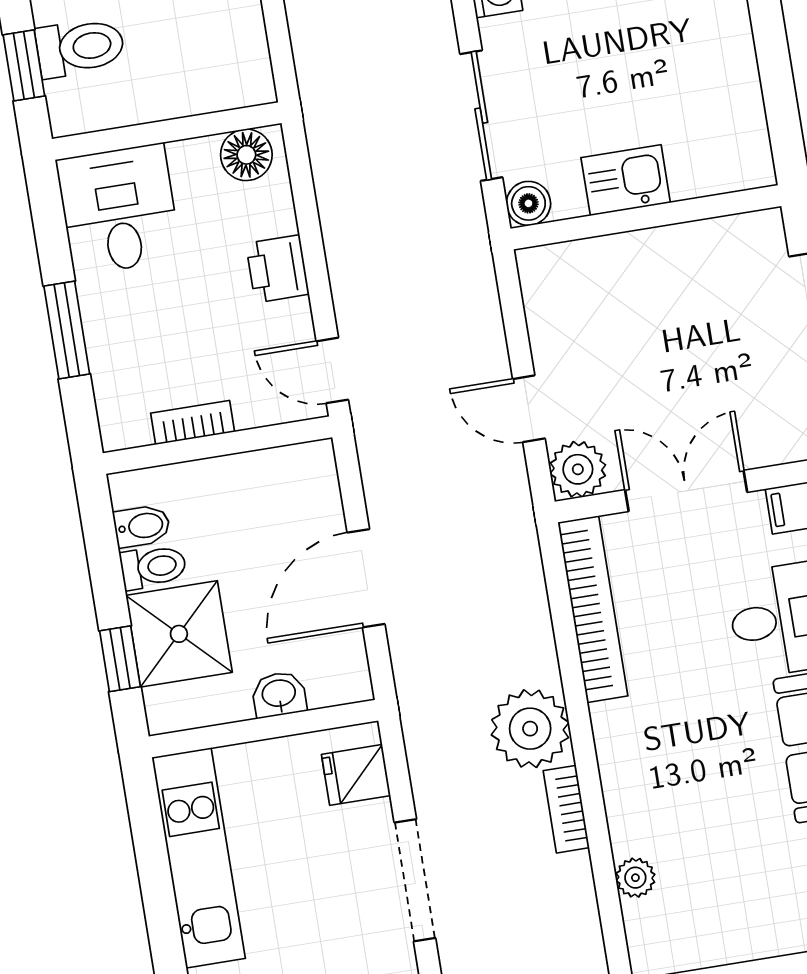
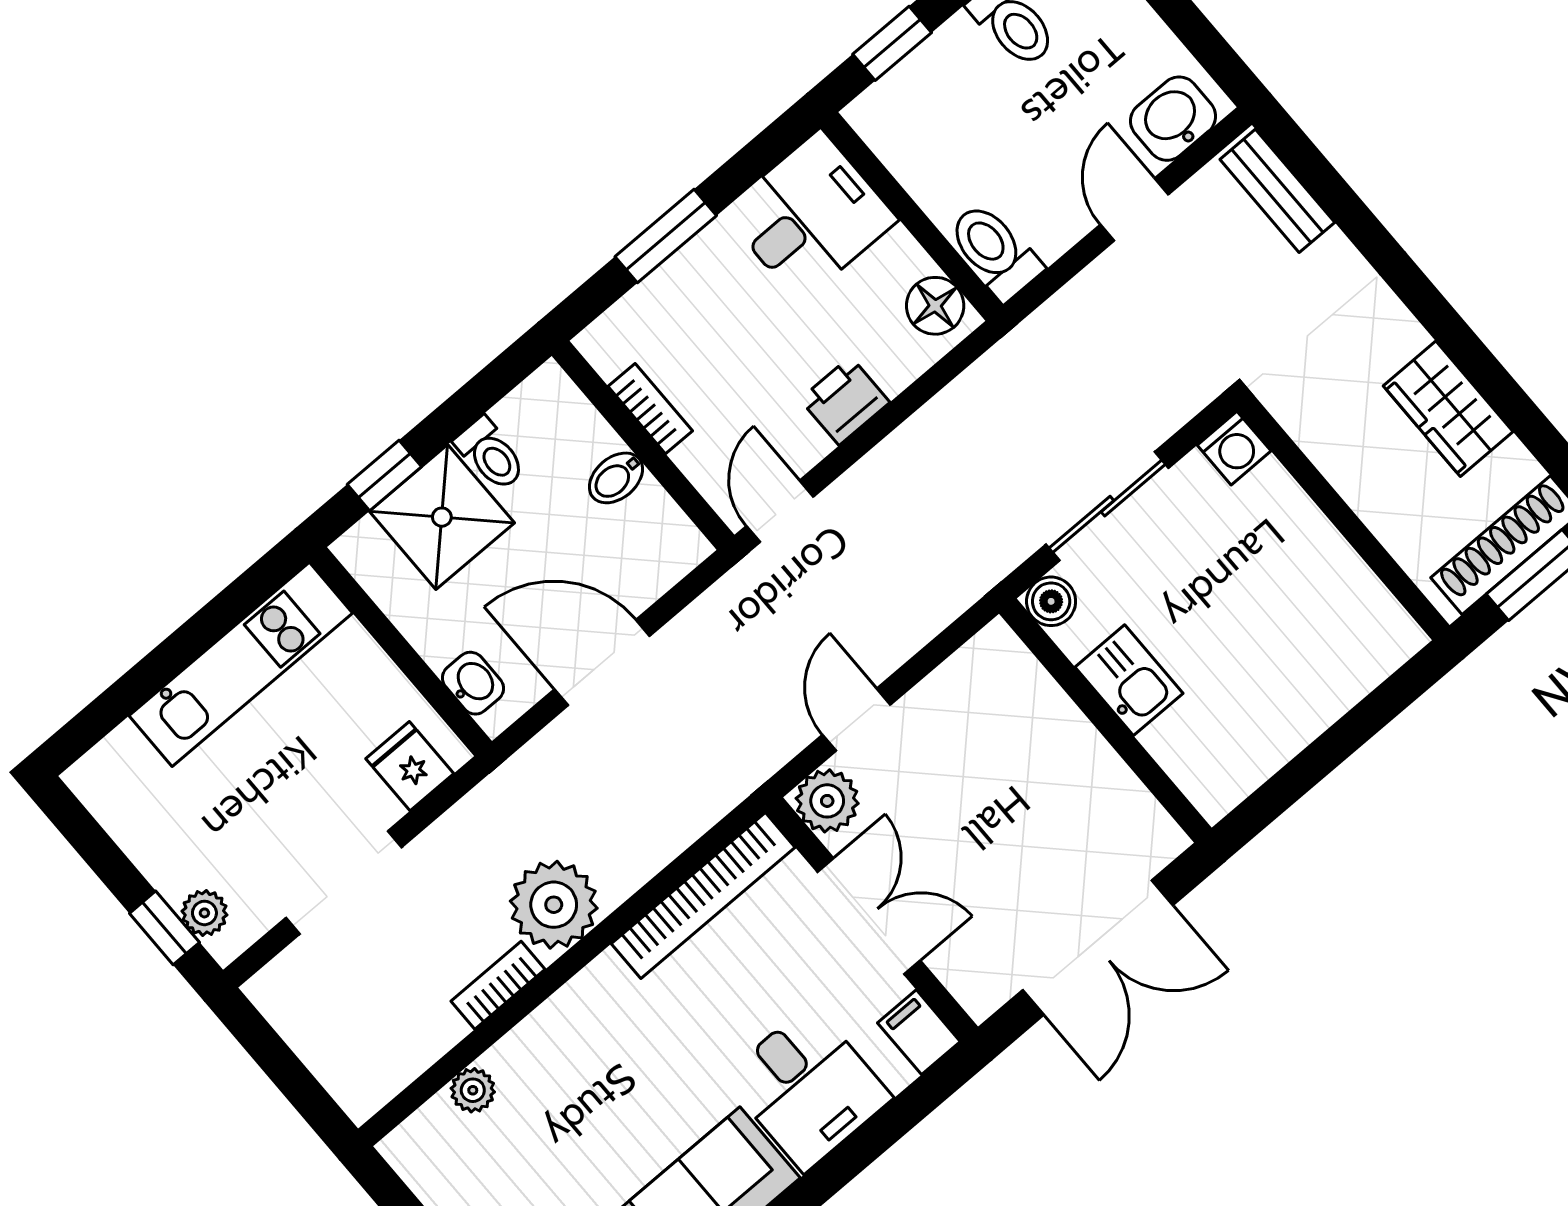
toilet: (80, 47) -> (994, 251), moved, turned 180
bidet: (142, 526) -> (616, 478), moved, turned 90
washbasin: (279, 694) -> (473, 683), moved

